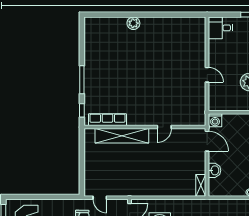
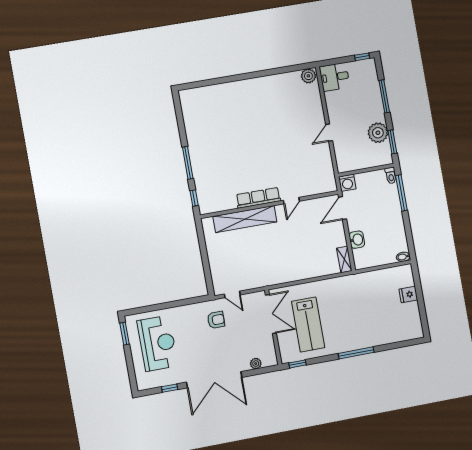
plant: (133, 23) -> (308, 76), moved
door: (207, 75) -> (329, 133), swing flipped
row of seats: (107, 120) -> (258, 198), moved
door: (207, 141) -> (343, 208), swing flipped

